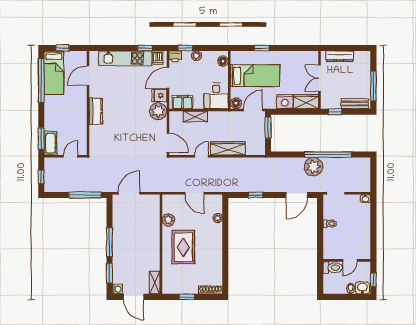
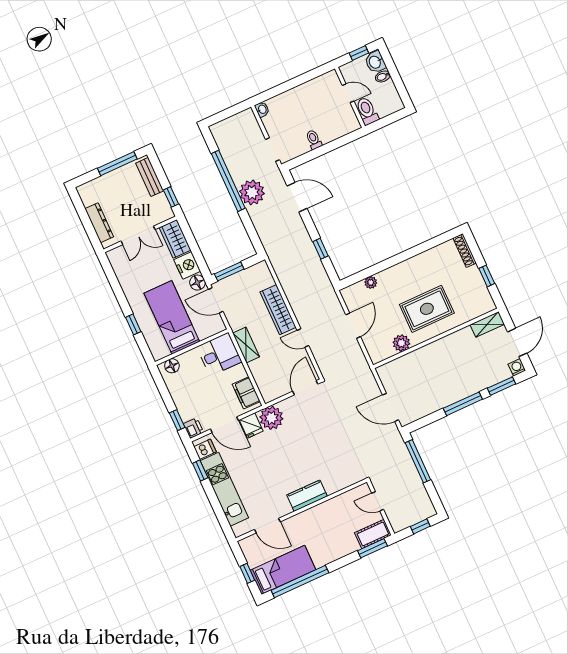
plant: (197, 56) -> (180, 402), removed
floor lamp: (236, 103) -> (197, 283), moved
shelving: (195, 116) -> (246, 345), moved

